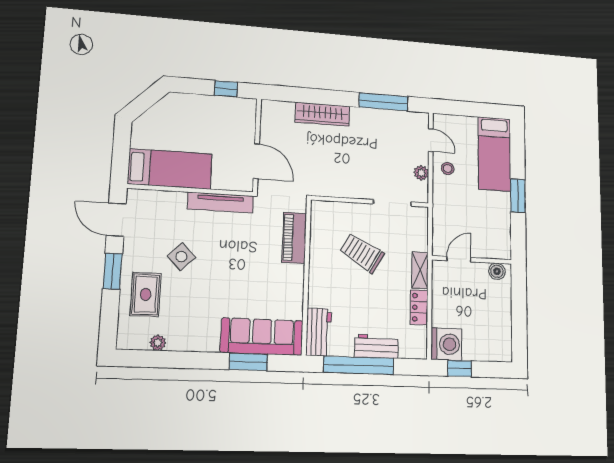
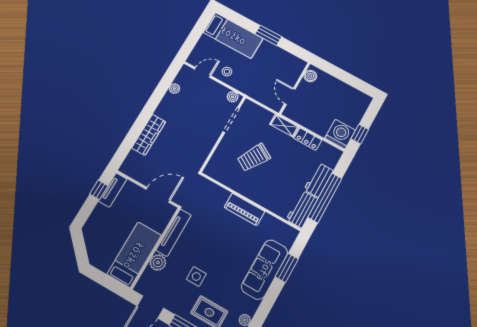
window: (383, 102) -> (161, 90), removed
tv unit: (234, 105) -> (113, 190), added
plant: (394, 117) -> (174, 88), added
plant: (421, 173) -> (233, 97), moved
plant: (175, 202) -> (158, 263), added
piano: (294, 238) -> (244, 209), moved
side table: (181, 257) -> (196, 276), turned 45
workbench: (319, 332) -> (302, 209), moved, turned -90
sofa: (262, 337) -> (265, 270), moved

